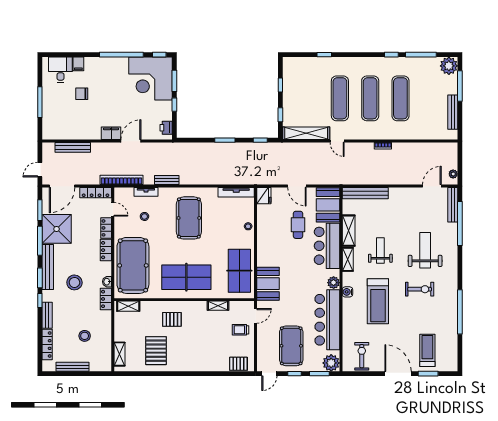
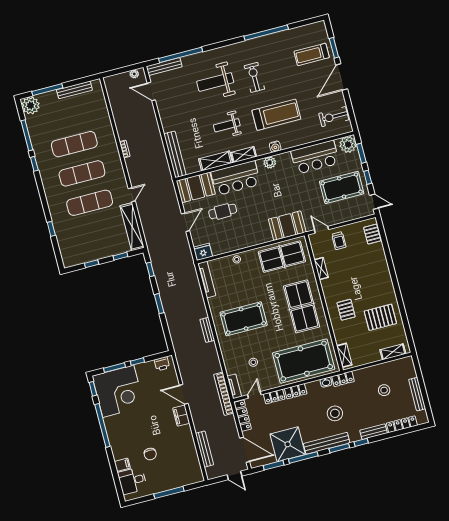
bench: (167, 180) -> (207, 330), moved
tv unit: (146, 192) -> (234, 386), moved
bar counter: (327, 320) -> (315, 157), width x0.73

